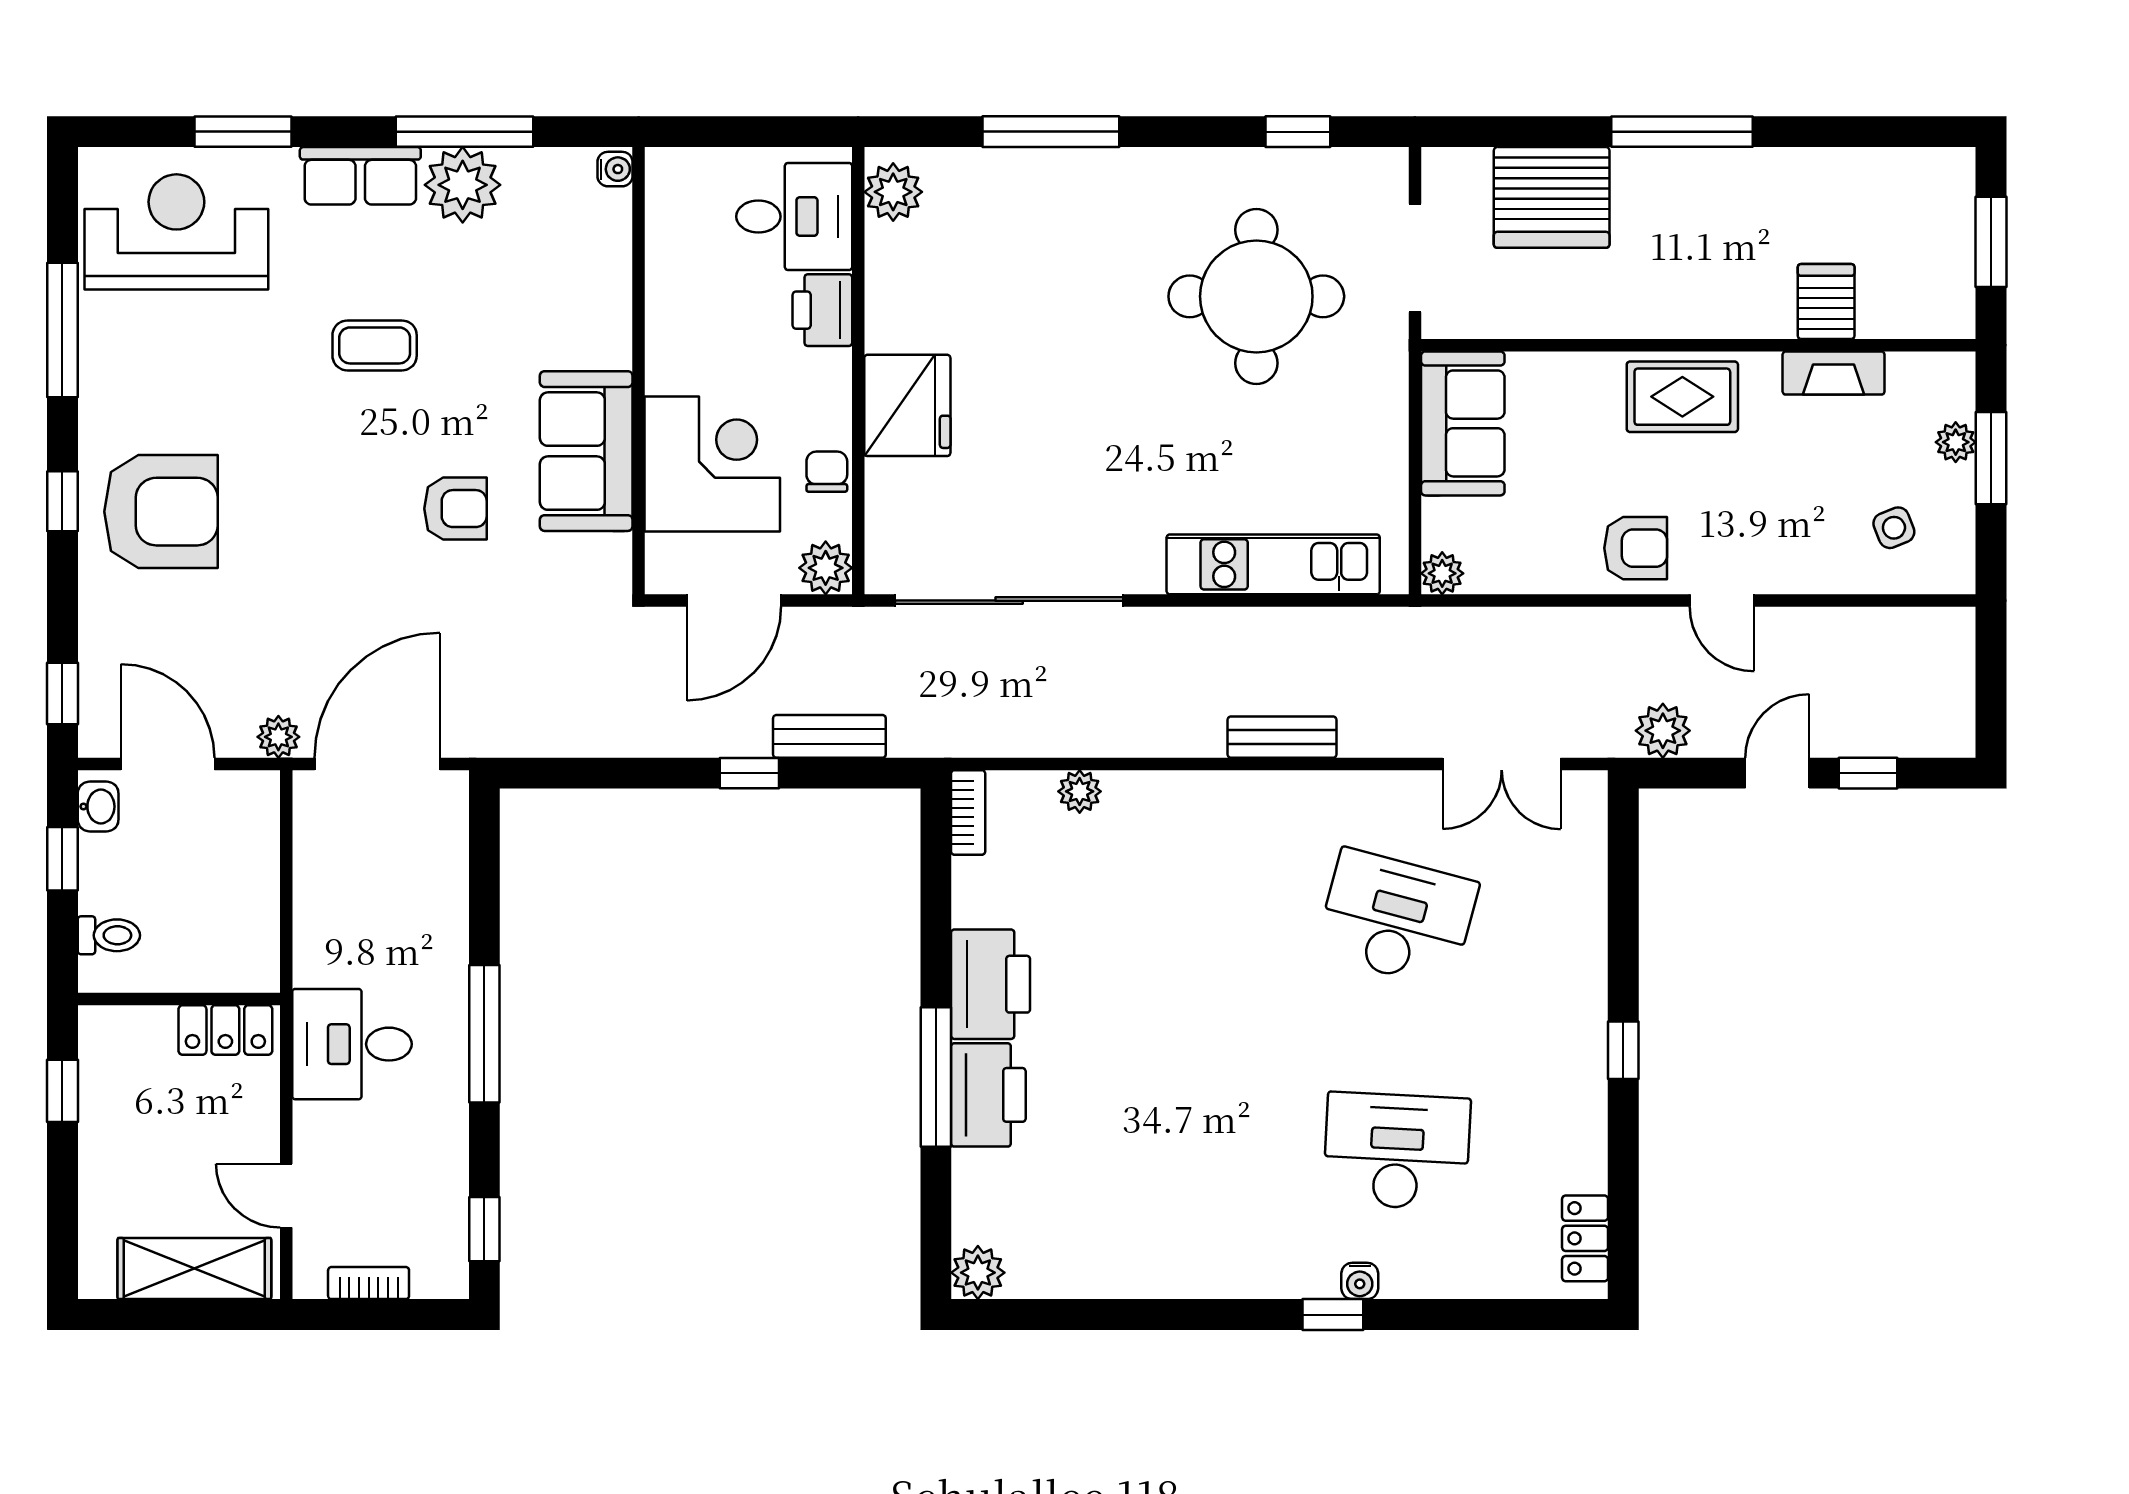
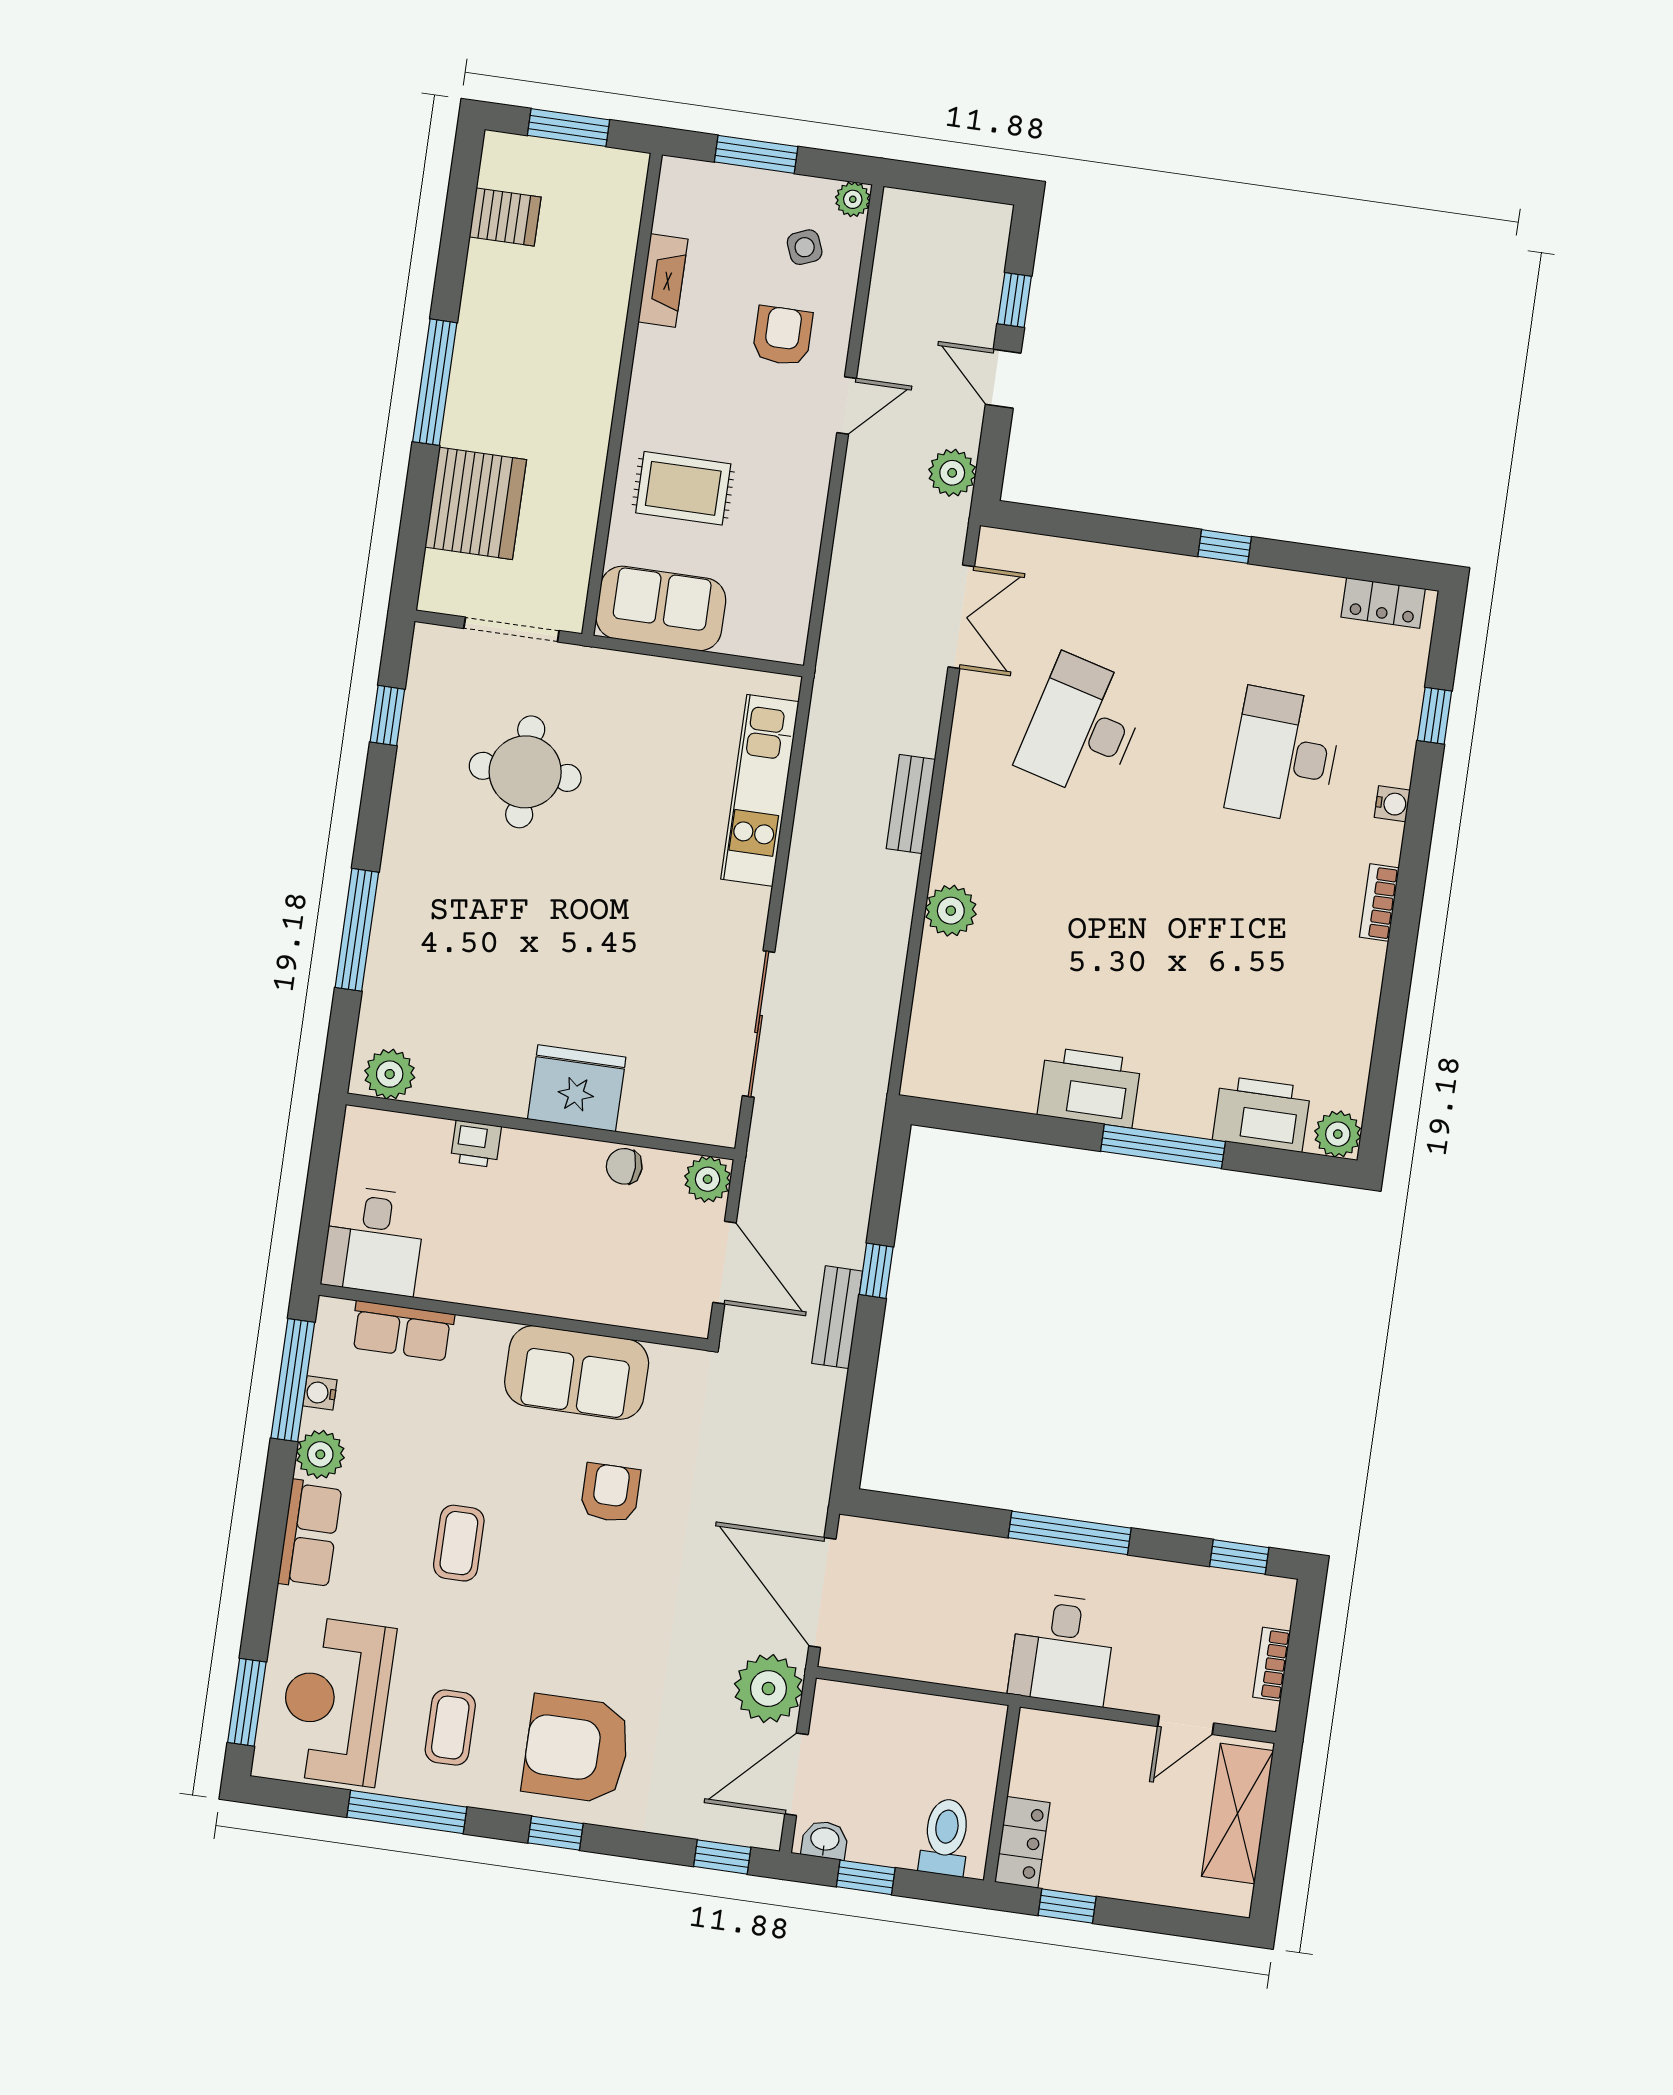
window: (243, 132) -> (247, 1702), moved
window: (464, 132) -> (293, 1380), moved
water cooler: (615, 169) -> (320, 1393), moved, turned -90
plant: (463, 185) -> (320, 1454), width x0.73, depth x0.73
desk: (794, 217) -> (374, 1241), moved, turned 180
row of seats: (605, 248) -> (402, 1331), added
round table: (1256, 296) -> (525, 772), width x0.73, depth x0.73
server rack: (1826, 302) -> (505, 217), moved, turned 180
printer: (822, 310) -> (476, 1144), width x0.73, depth x0.81
coffee table: (165, 365) -> (450, 1728), added
rug: (1682, 397) -> (683, 488), moved, turned 90
plant: (1956, 442) -> (853, 199), moved
corner desk: (712, 464) -> (603, 1265), removed
armchair: (161, 512) -> (577, 1749), turned -90
armchair: (1636, 548) -> (782, 336), moved
plant: (1442, 573) -> (788, 645), removed
sliding door: (1009, 601) -> (759, 1024), width x0.73
bench: (829, 736) -> (837, 1317), moved
plant: (278, 737) -> (768, 1689), width x1.87, depth x1.87
plant: (1080, 791) -> (951, 911), moved, width x1.38, depth x1.38
bookcase: (968, 812) -> (1379, 903), moved, turned -90
toilet: (109, 935) -> (945, 1837), width x1.37, depth x1.39
locker: (225, 1030) -> (1022, 1842), moved
printer: (988, 1095) -> (1262, 1114), moved
window: (1333, 1315) -> (1435, 716), moved

